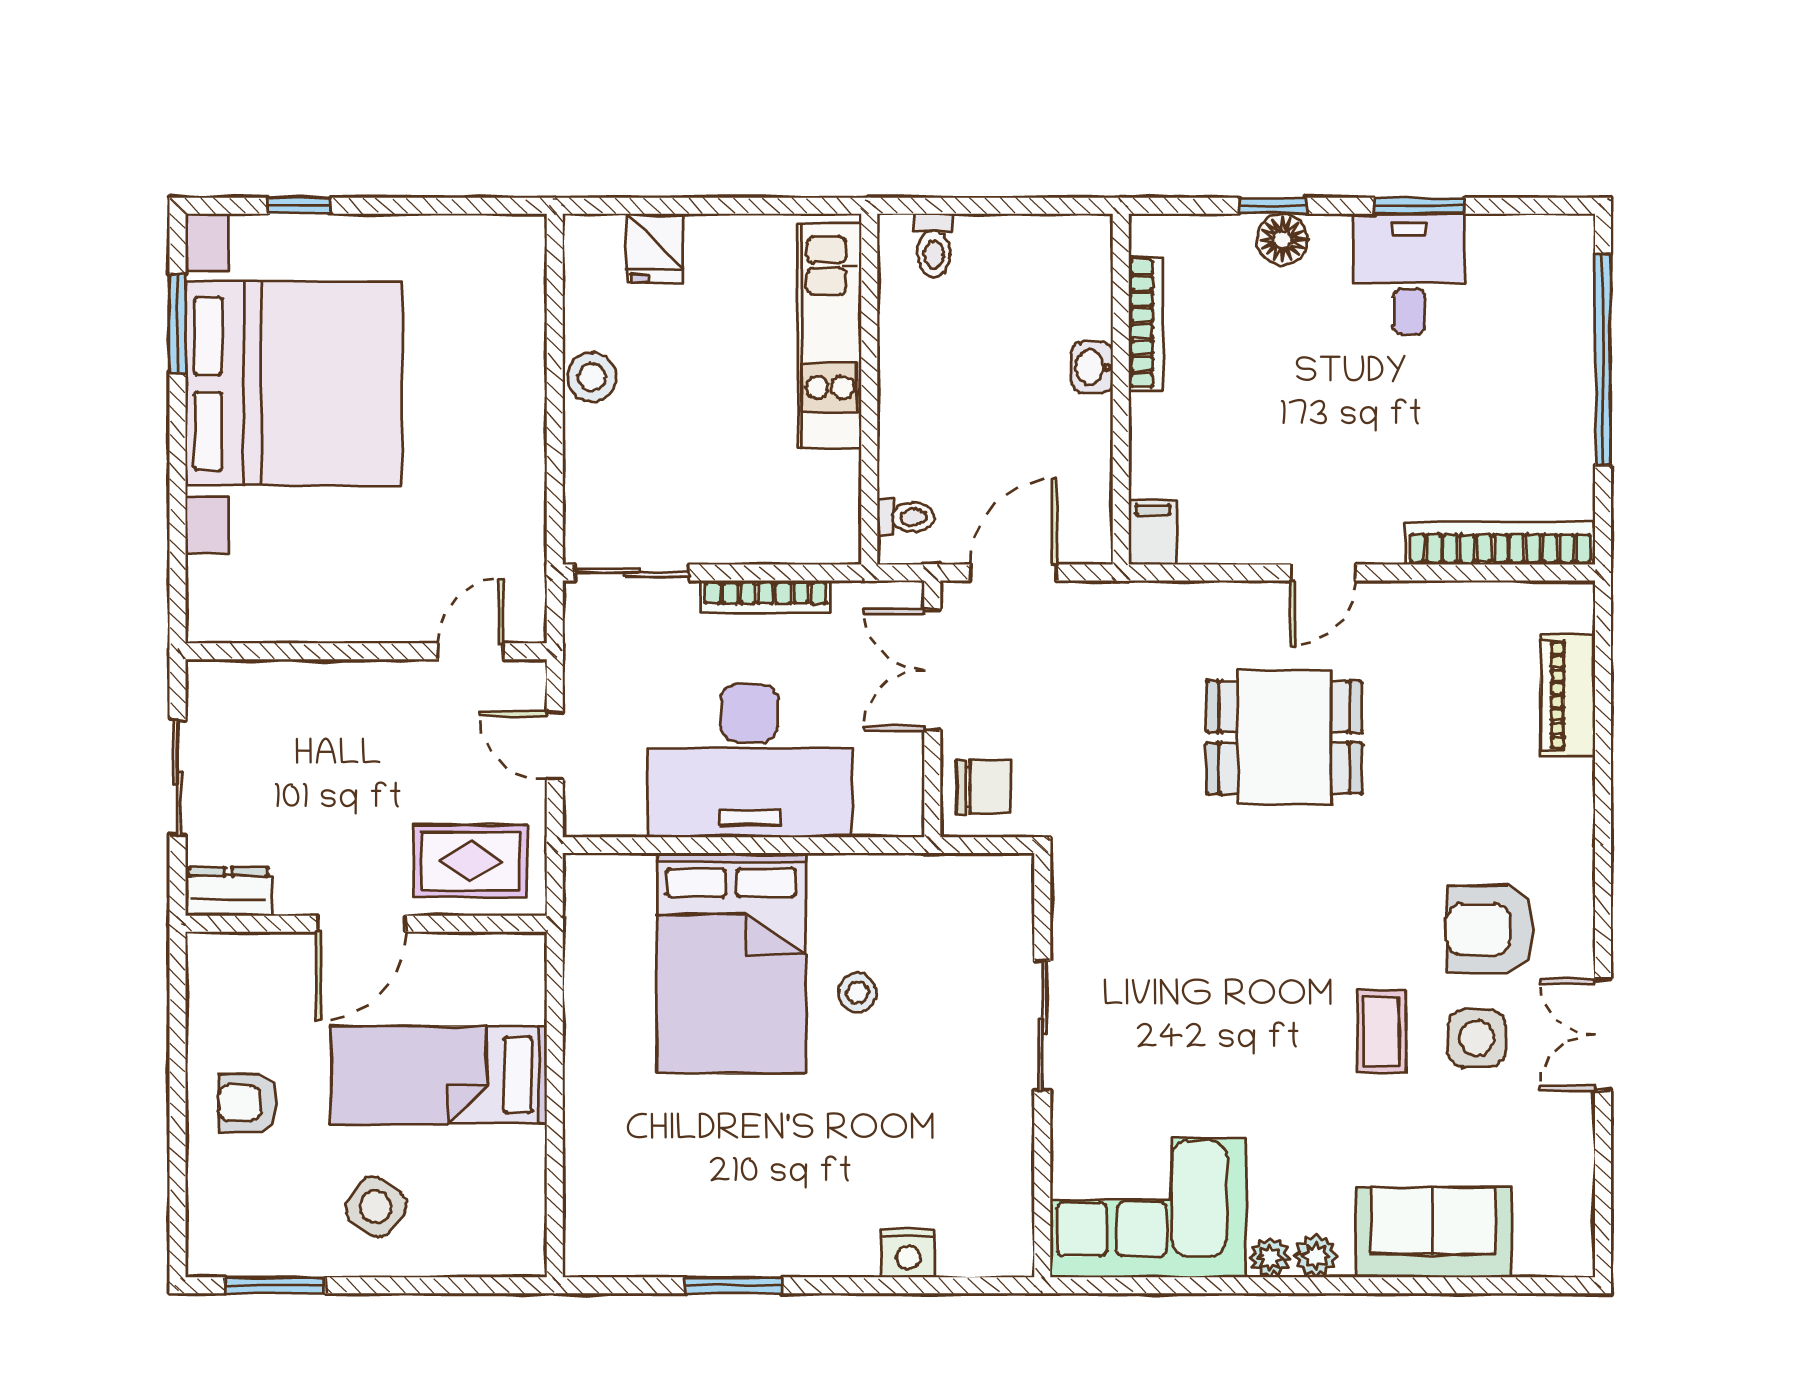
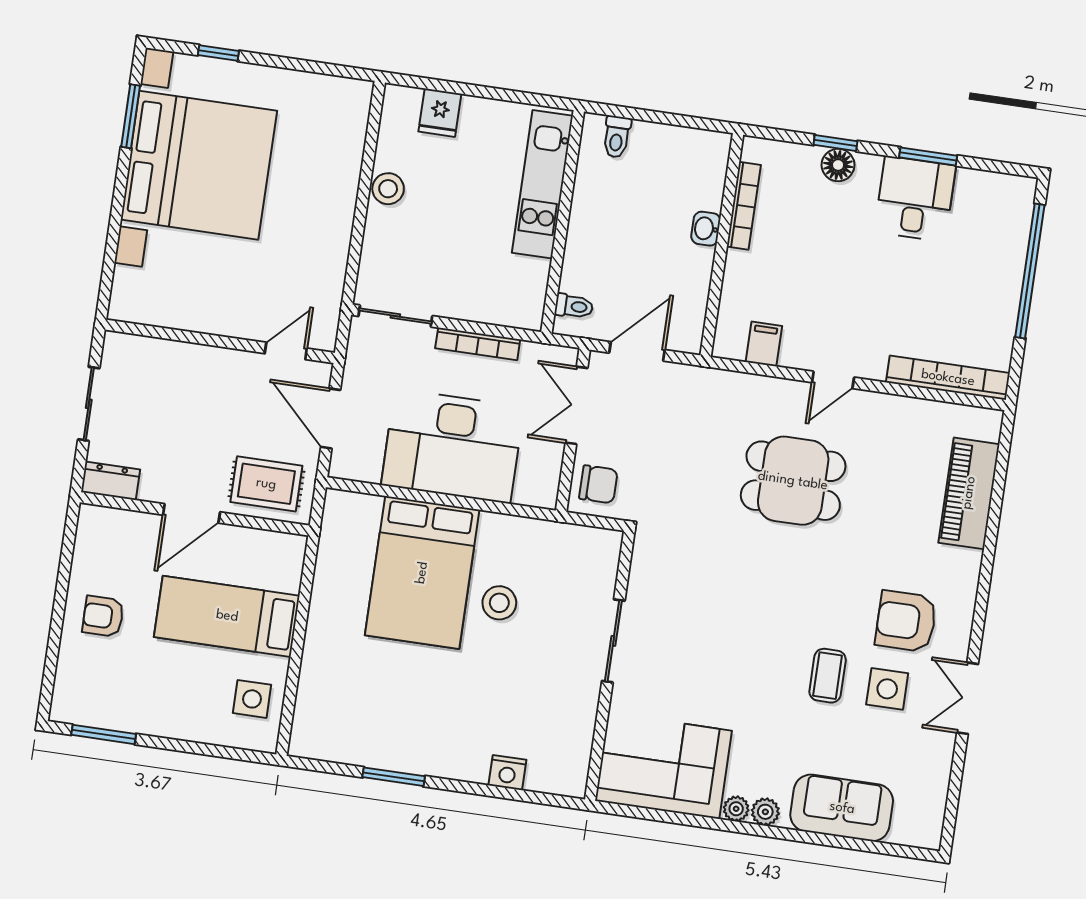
filing cabinet: (1153, 533) -> (764, 344), moved
piano: (1568, 695) -> (969, 493), width x1.37, depth x1.33
door: (555, 746) -> (331, 418), width x1.37
stool: (857, 993) -> (499, 603), width x1.37, depth x1.37
side table: (376, 1207) -> (252, 699), moved, turned -36

